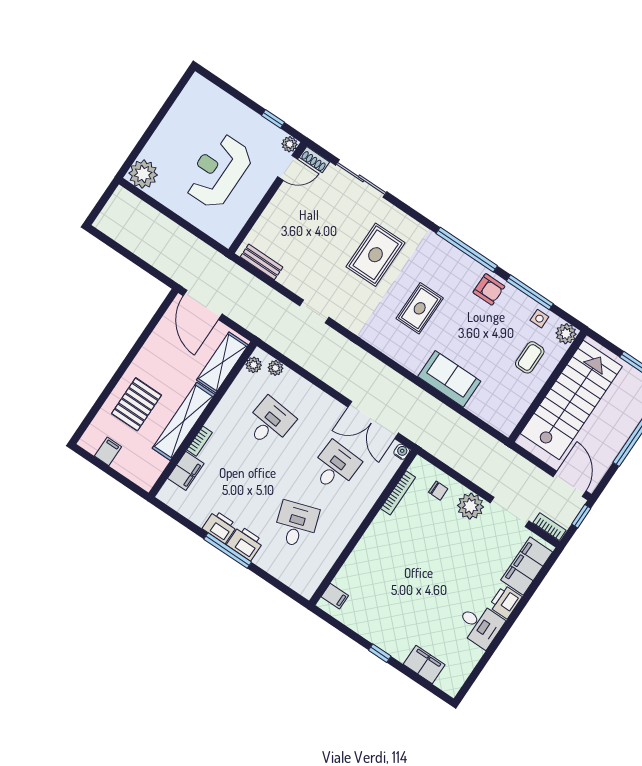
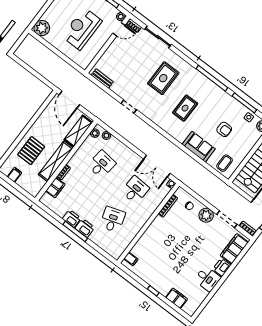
armchair: (489, 289) -> (224, 129), moved
coffee table: (530, 357) -> (225, 163), moved

